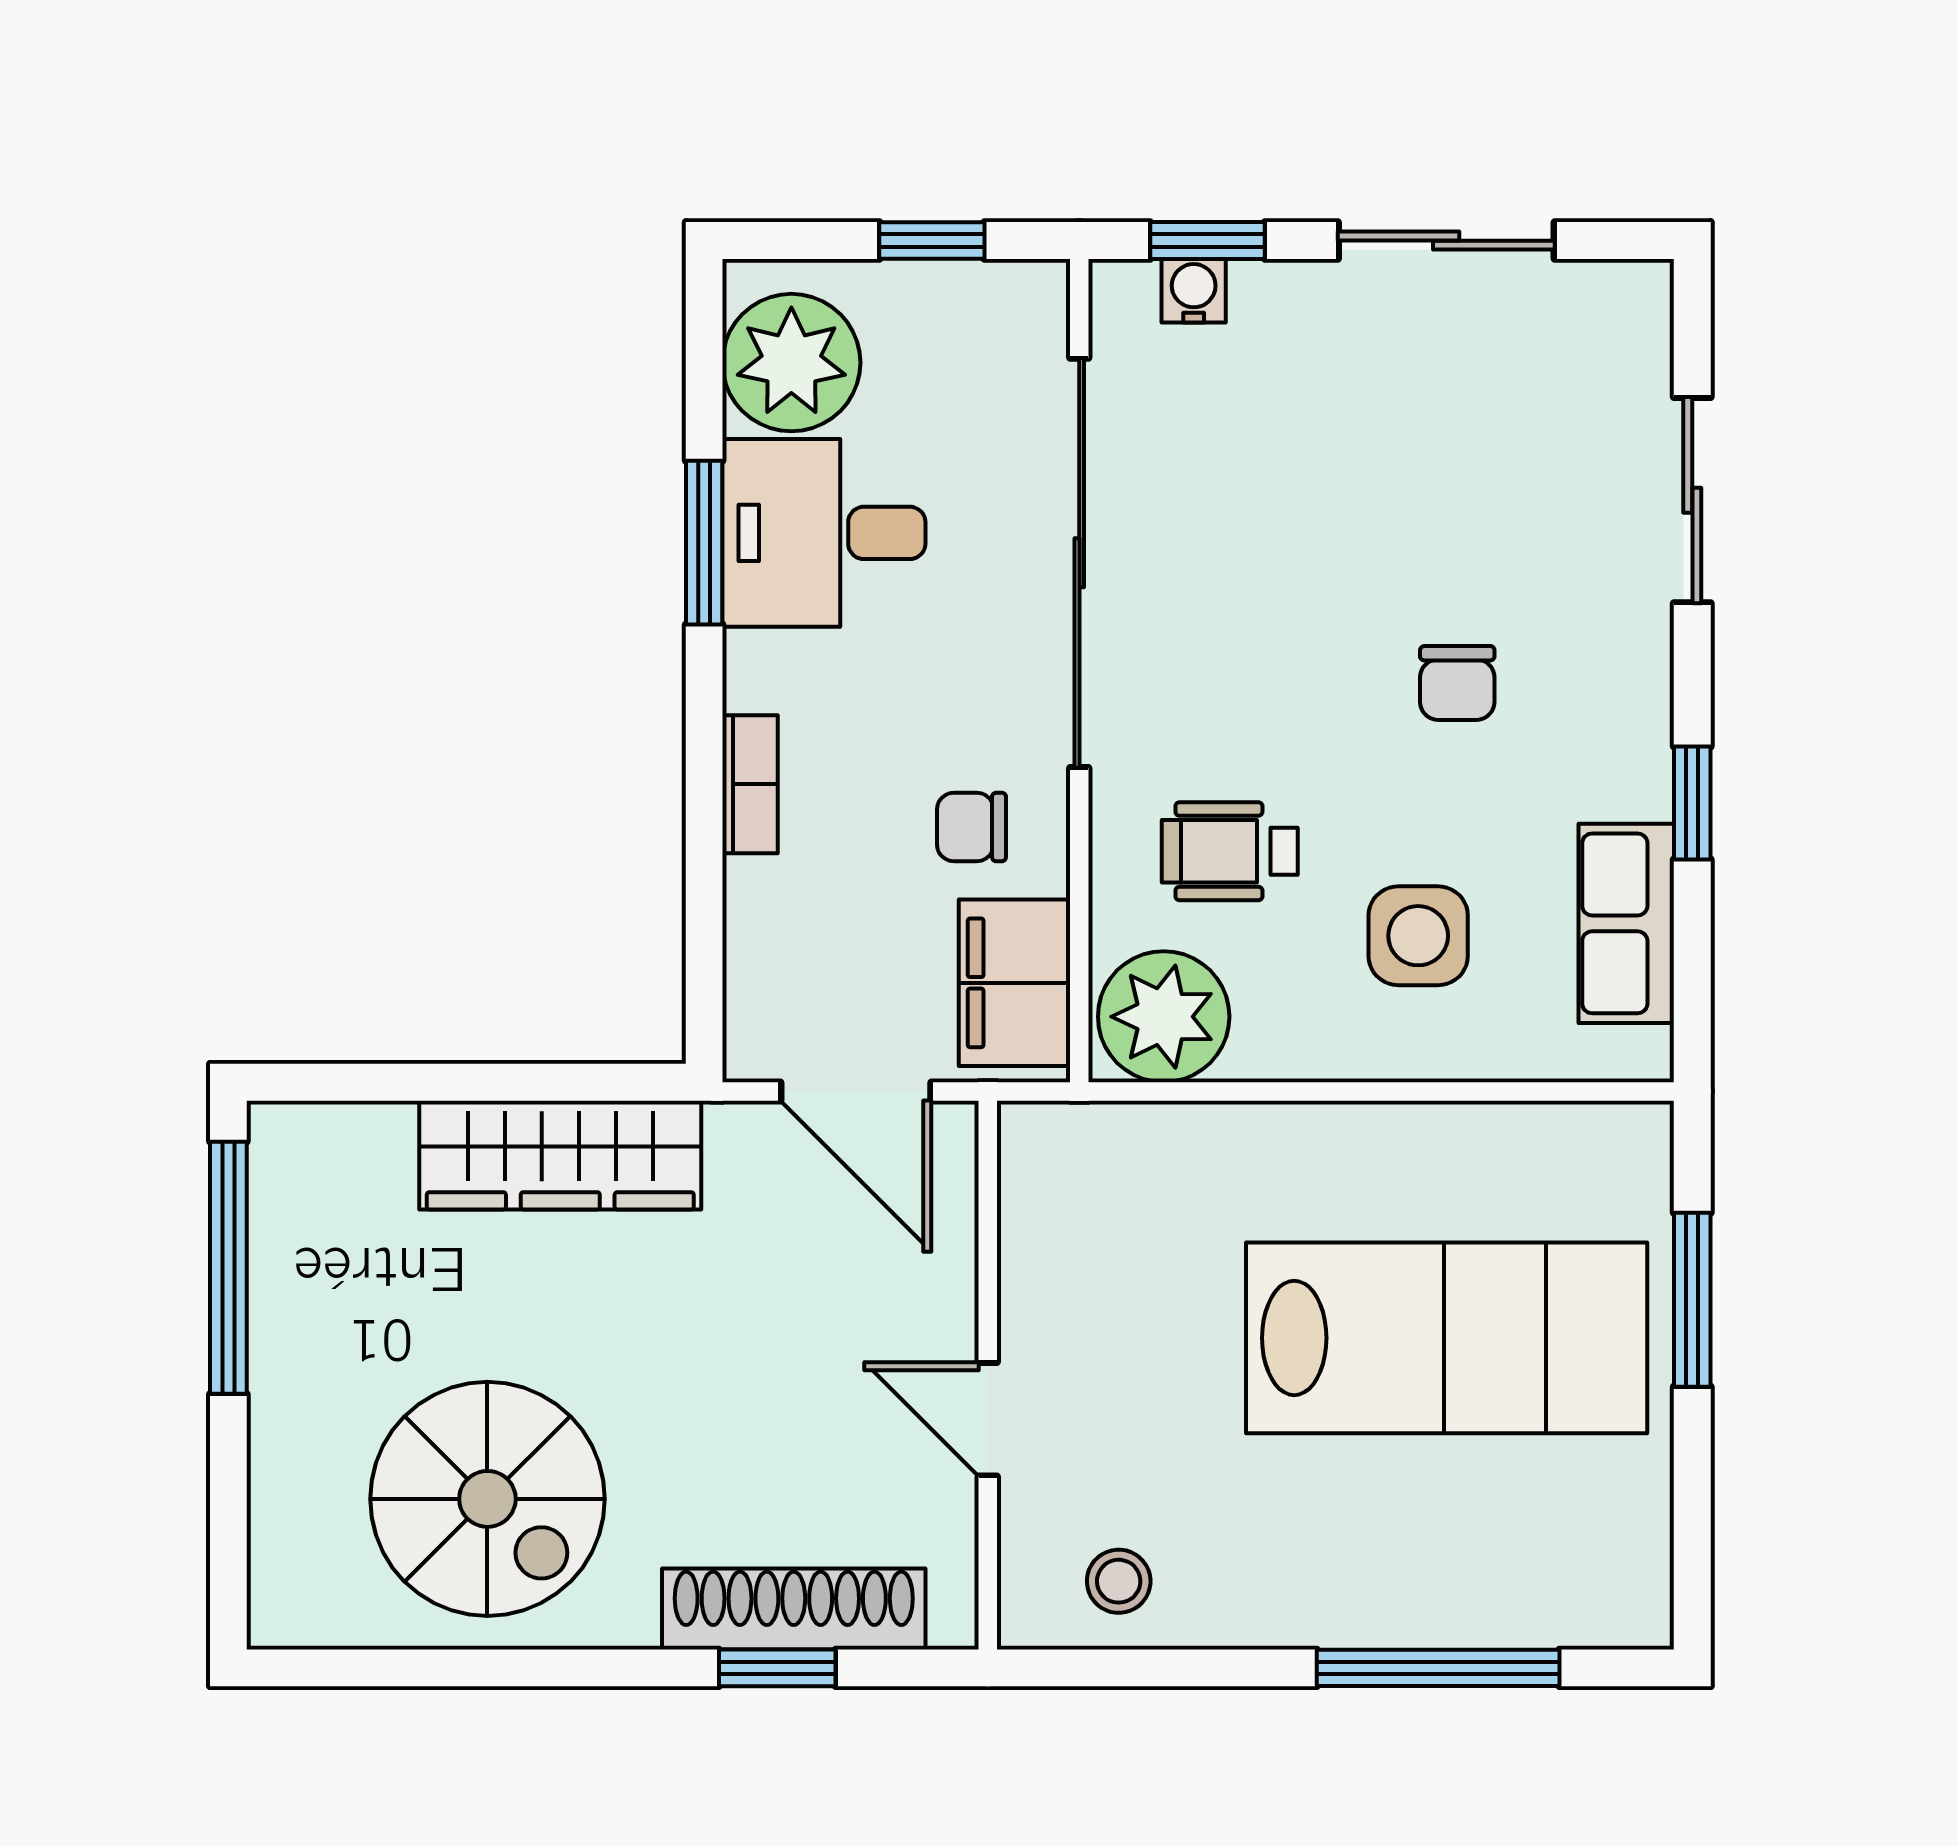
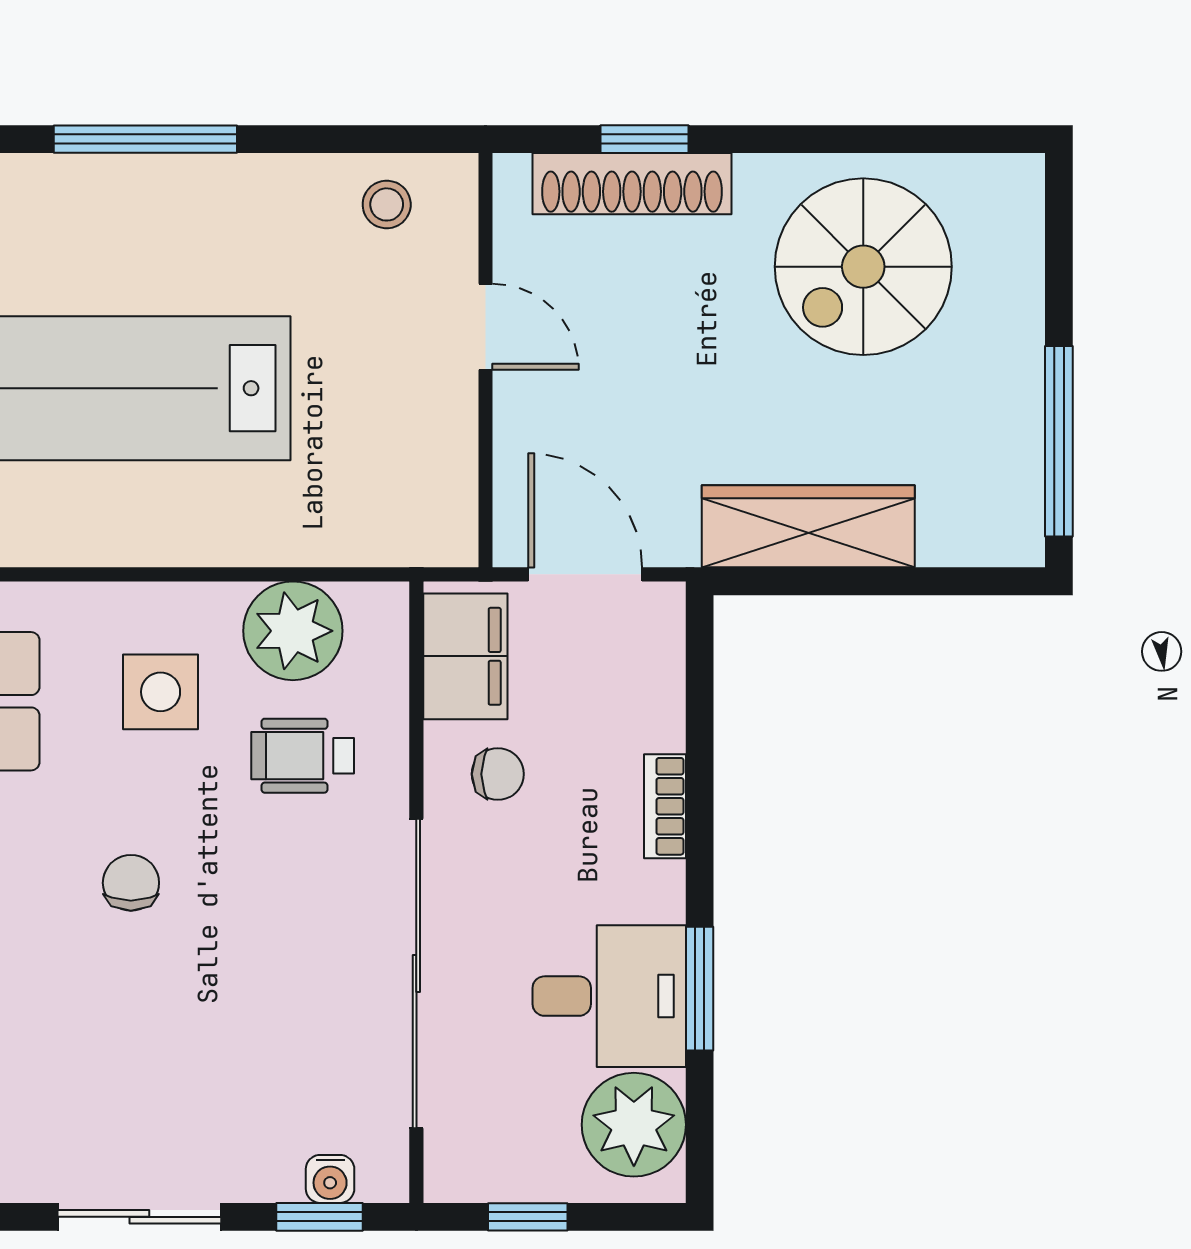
wheelchair: (1230, 851) -> (303, 756), turned 180
plant: (1164, 1017) -> (293, 631), moved
spiral stairs: (487, 1499) -> (863, 267), turned -90

